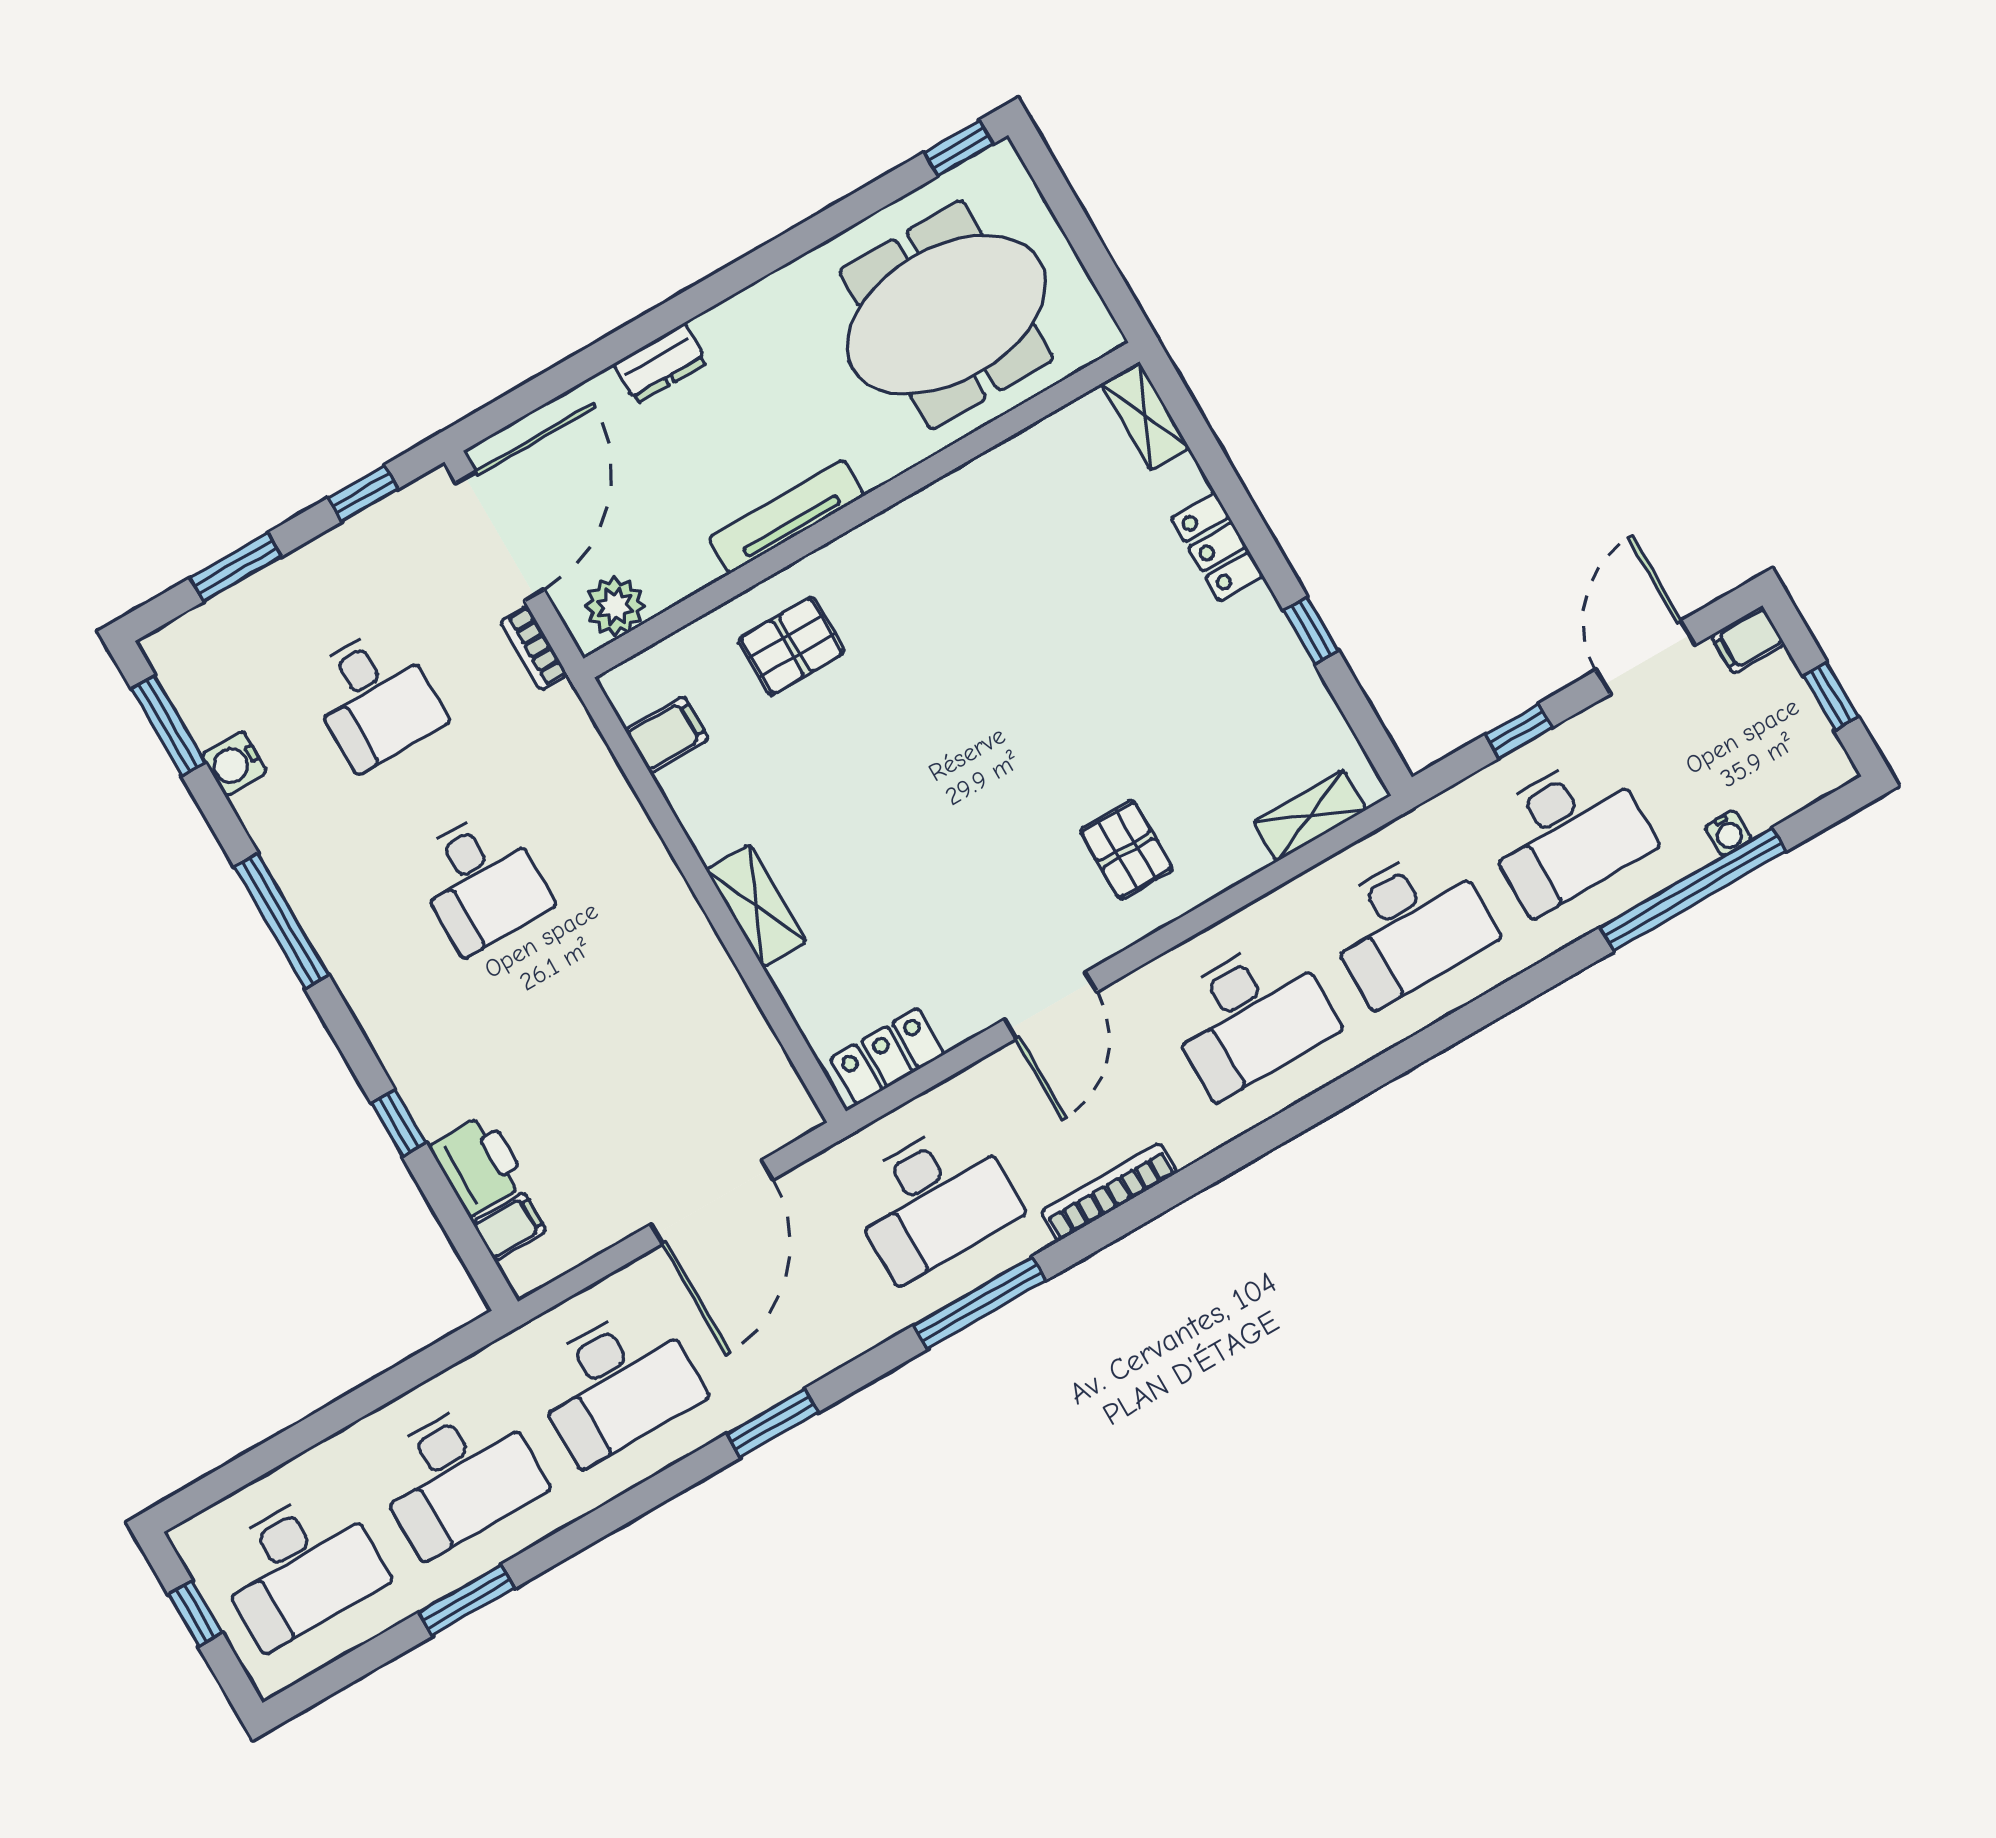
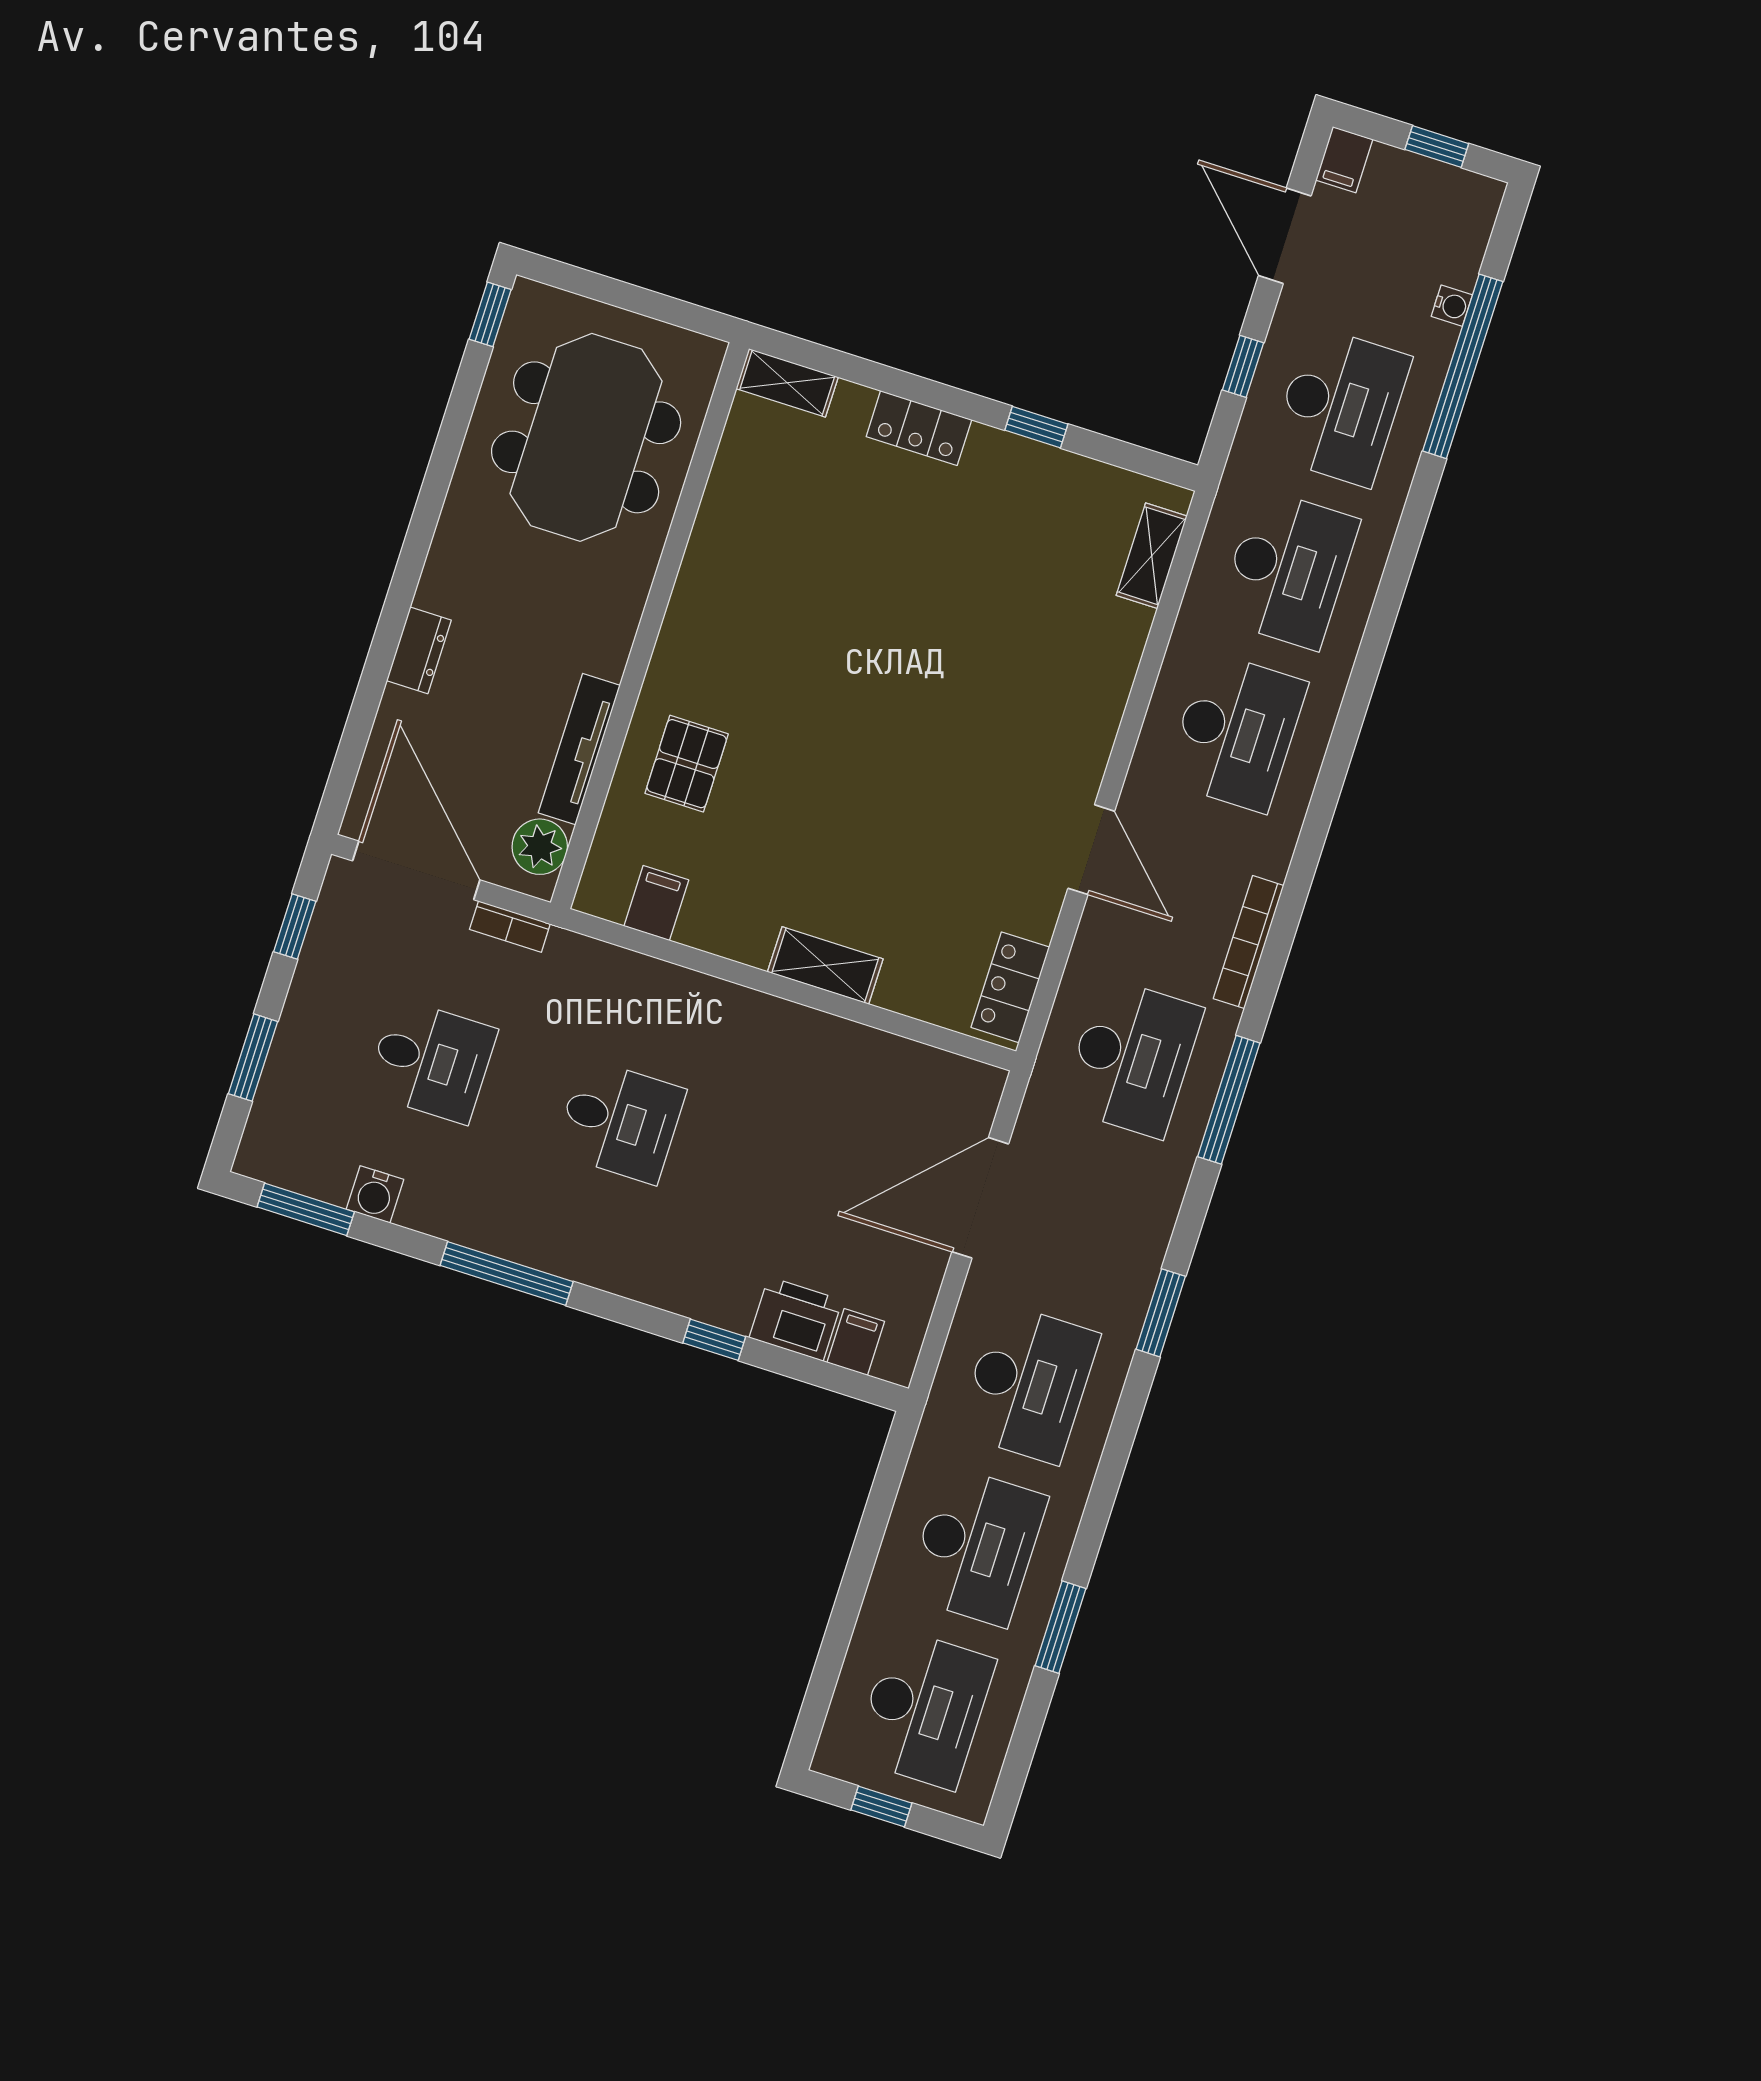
tv unit: (786, 517) -> (579, 749), moved
pallet: (1126, 850) -> (1046, 694), removed
door: (712, 1202) -> (980, 1198), swing flipped

